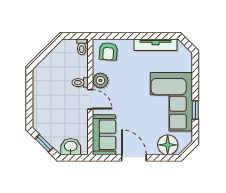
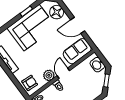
door: (134, 158) -> (78, 25), hinge flipped

